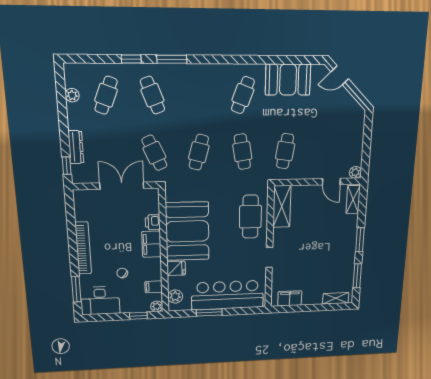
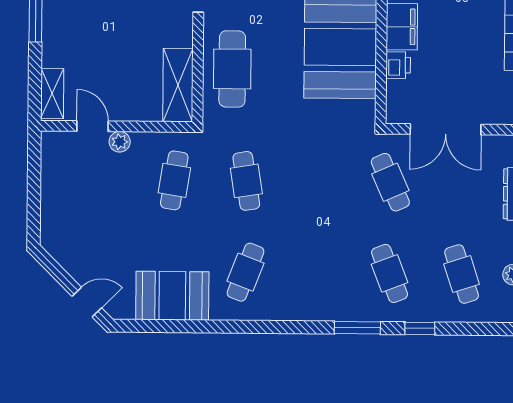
cafe table: (106, 95) -> (462, 274), turned -39
cafe table: (199, 152) -> (318, 182), removed
plant: (355, 172) -> (120, 142), moved

